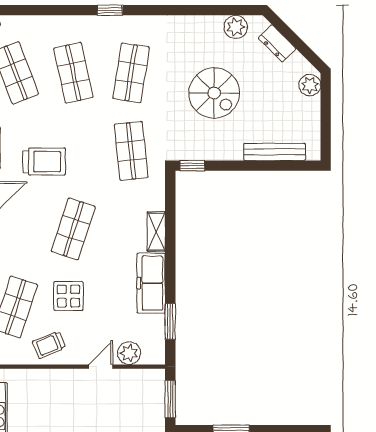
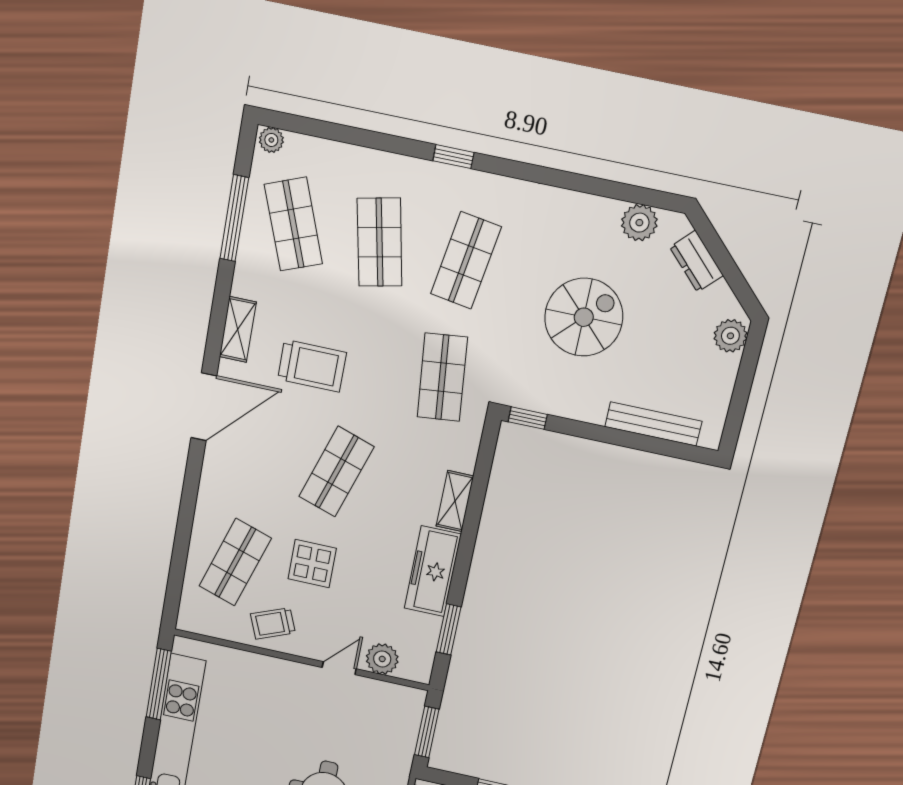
spiral stairs: (214, 93) -> (584, 317), turned -90

